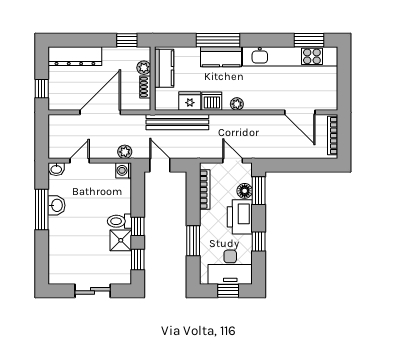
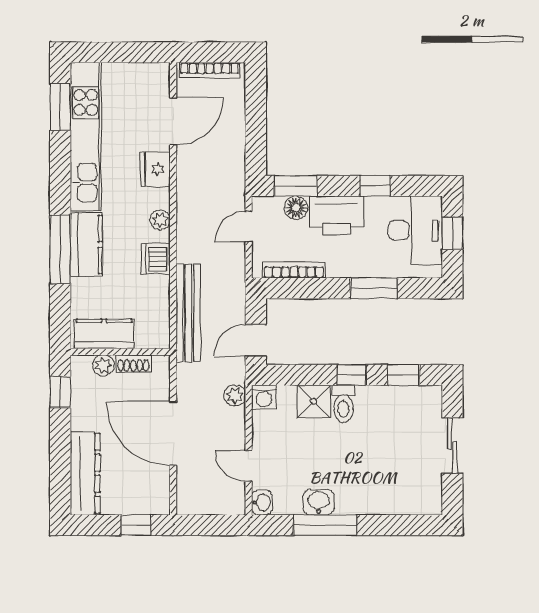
fridge: (190, 101) -> (155, 169), moved
shower: (121, 240) -> (314, 402), moved

